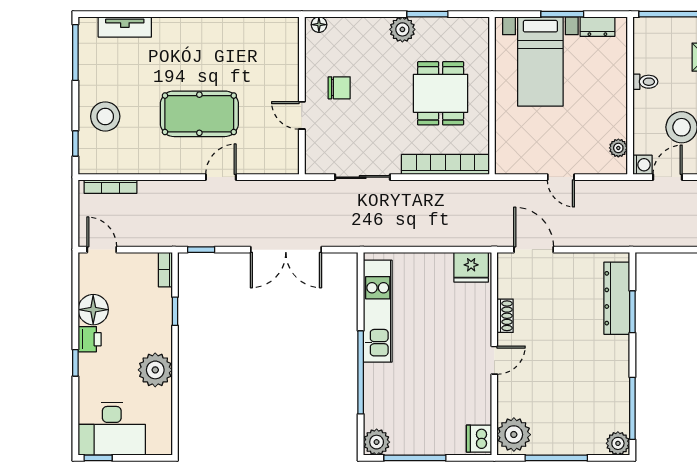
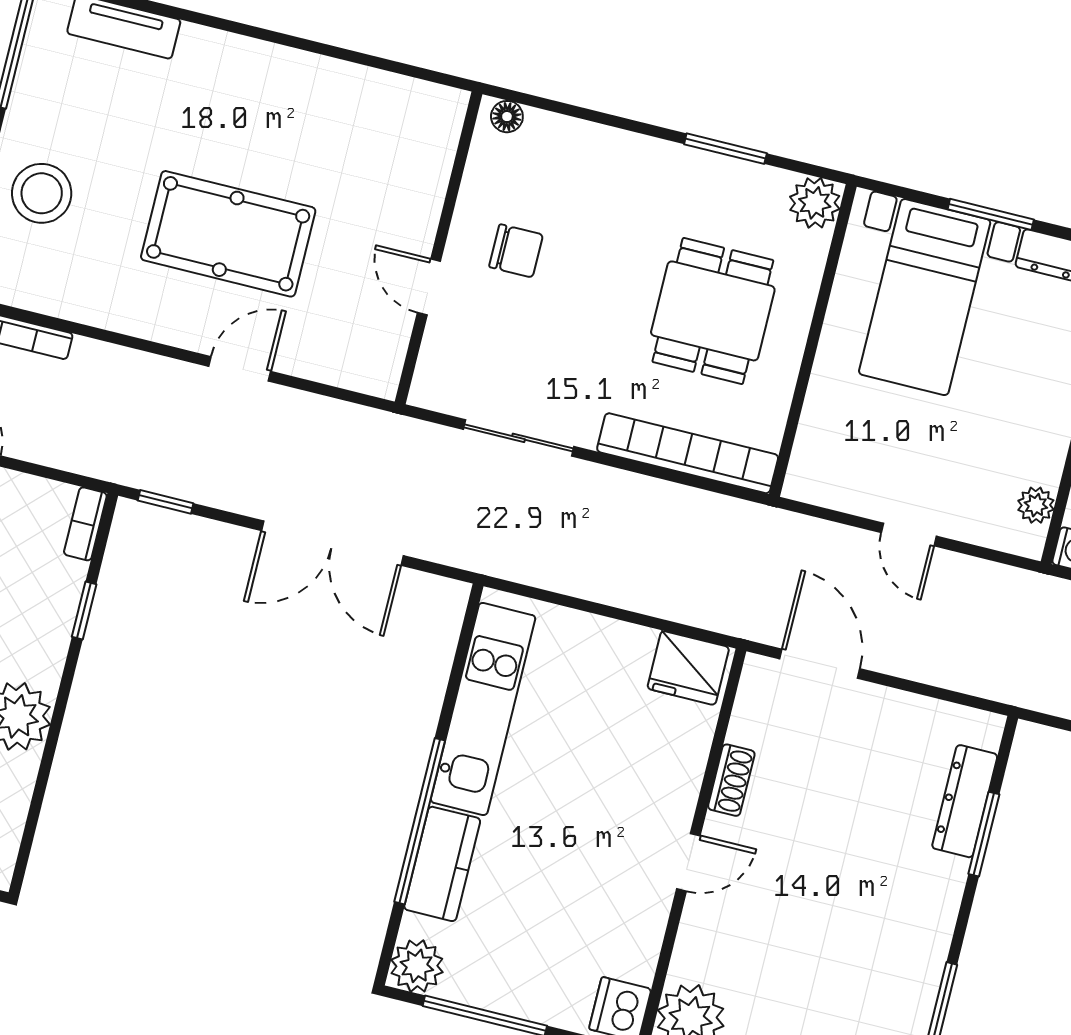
plant: (402, 29) -> (815, 203), moved
dresser: (617, 298) -> (965, 801), width x0.73, depth x0.80
kitchen counter: (377, 390) -> (442, 864), added

